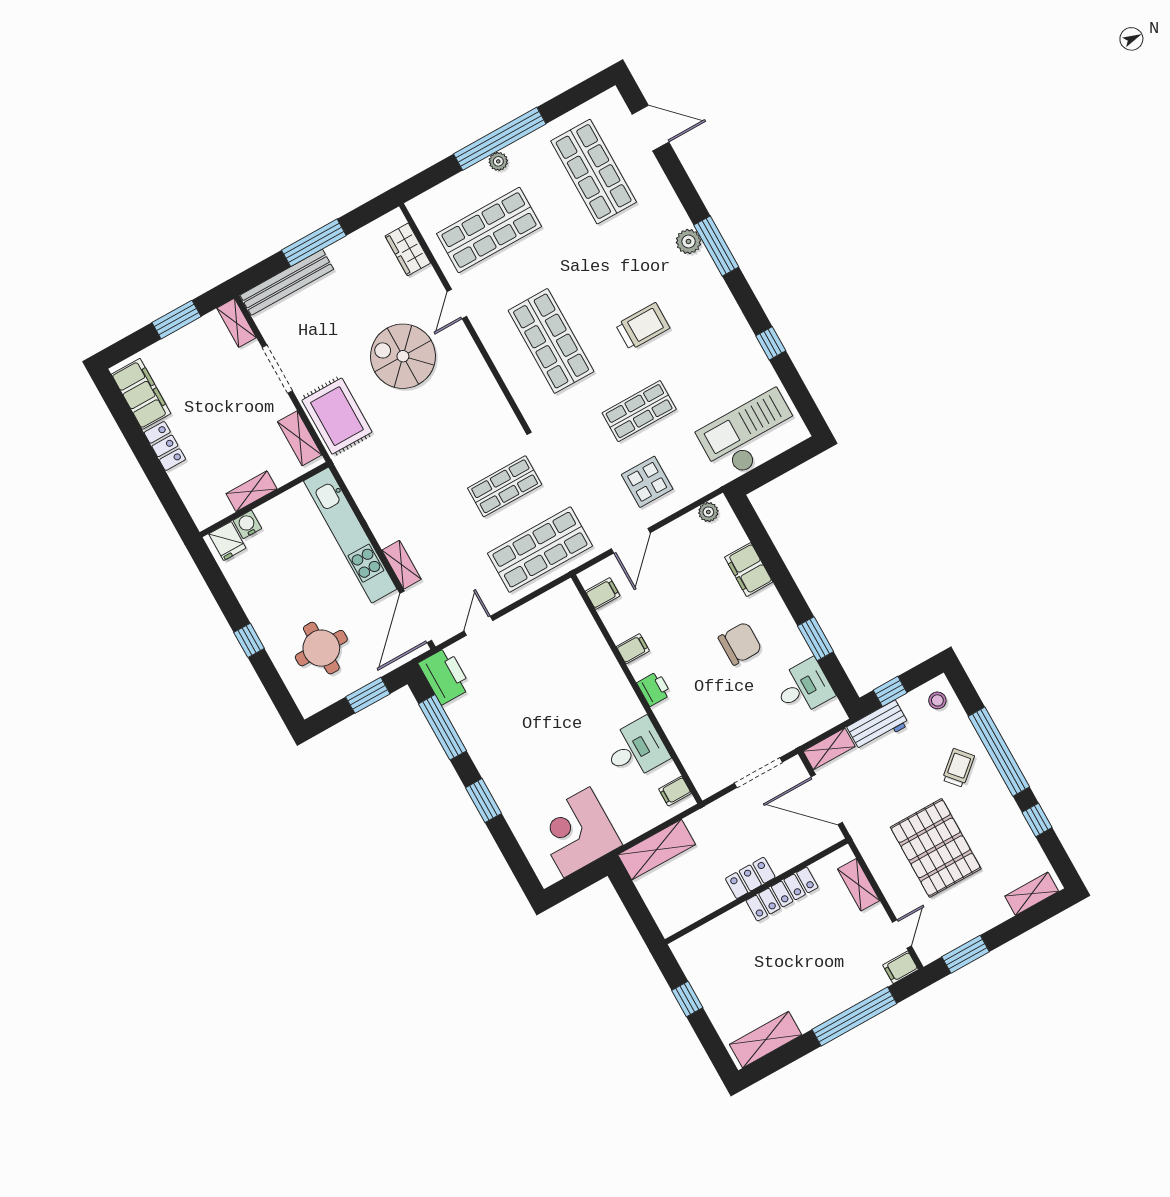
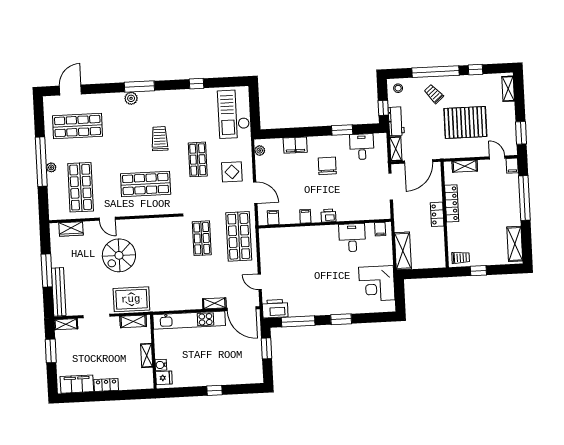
round table: (321, 648) -> (234, 359), removed
trolley: (695, 957) -> (461, 258), added

